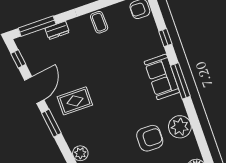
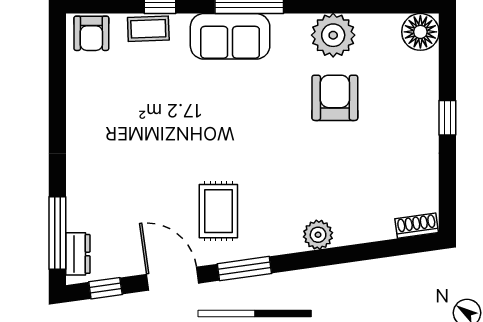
coffee table: (99, 22) -> (148, 29), moved
dresser: (57, 30) -> (78, 254), moved

